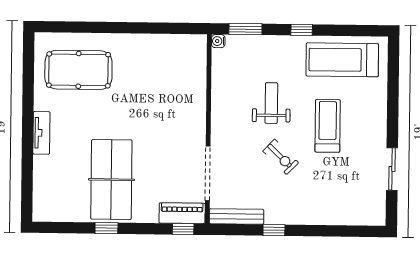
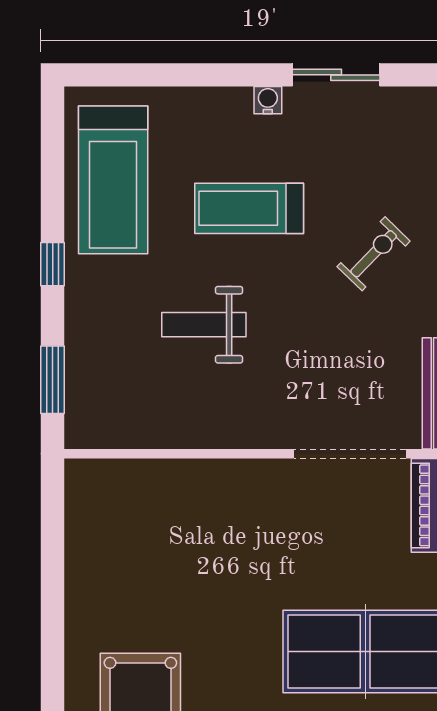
water cooler: (218, 41) -> (268, 100), moved, turned 180
exercise bike: (281, 157) -> (374, 254), moved

